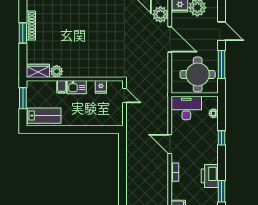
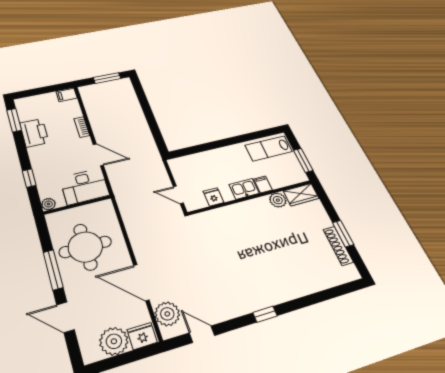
wall: (195, 95) -> (77, 205), moved
desk: (186, 108) -> (84, 186), moved

